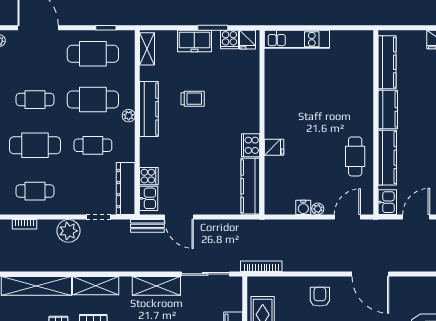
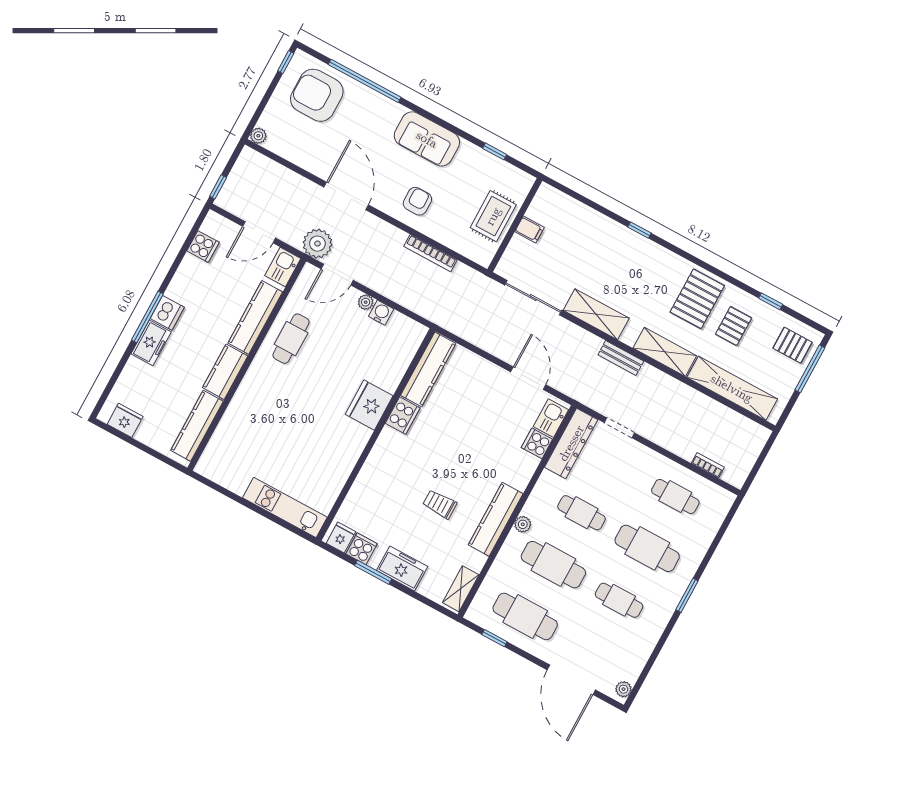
fridge: (274, 147) -> (369, 405), width x1.88, depth x1.34
bench: (147, 226) -> (621, 358), moved
plant: (68, 231) -> (317, 244), moved
bookcase: (261, 266) -> (430, 253), moved
armchair: (320, 297) -> (417, 201), turned 180

